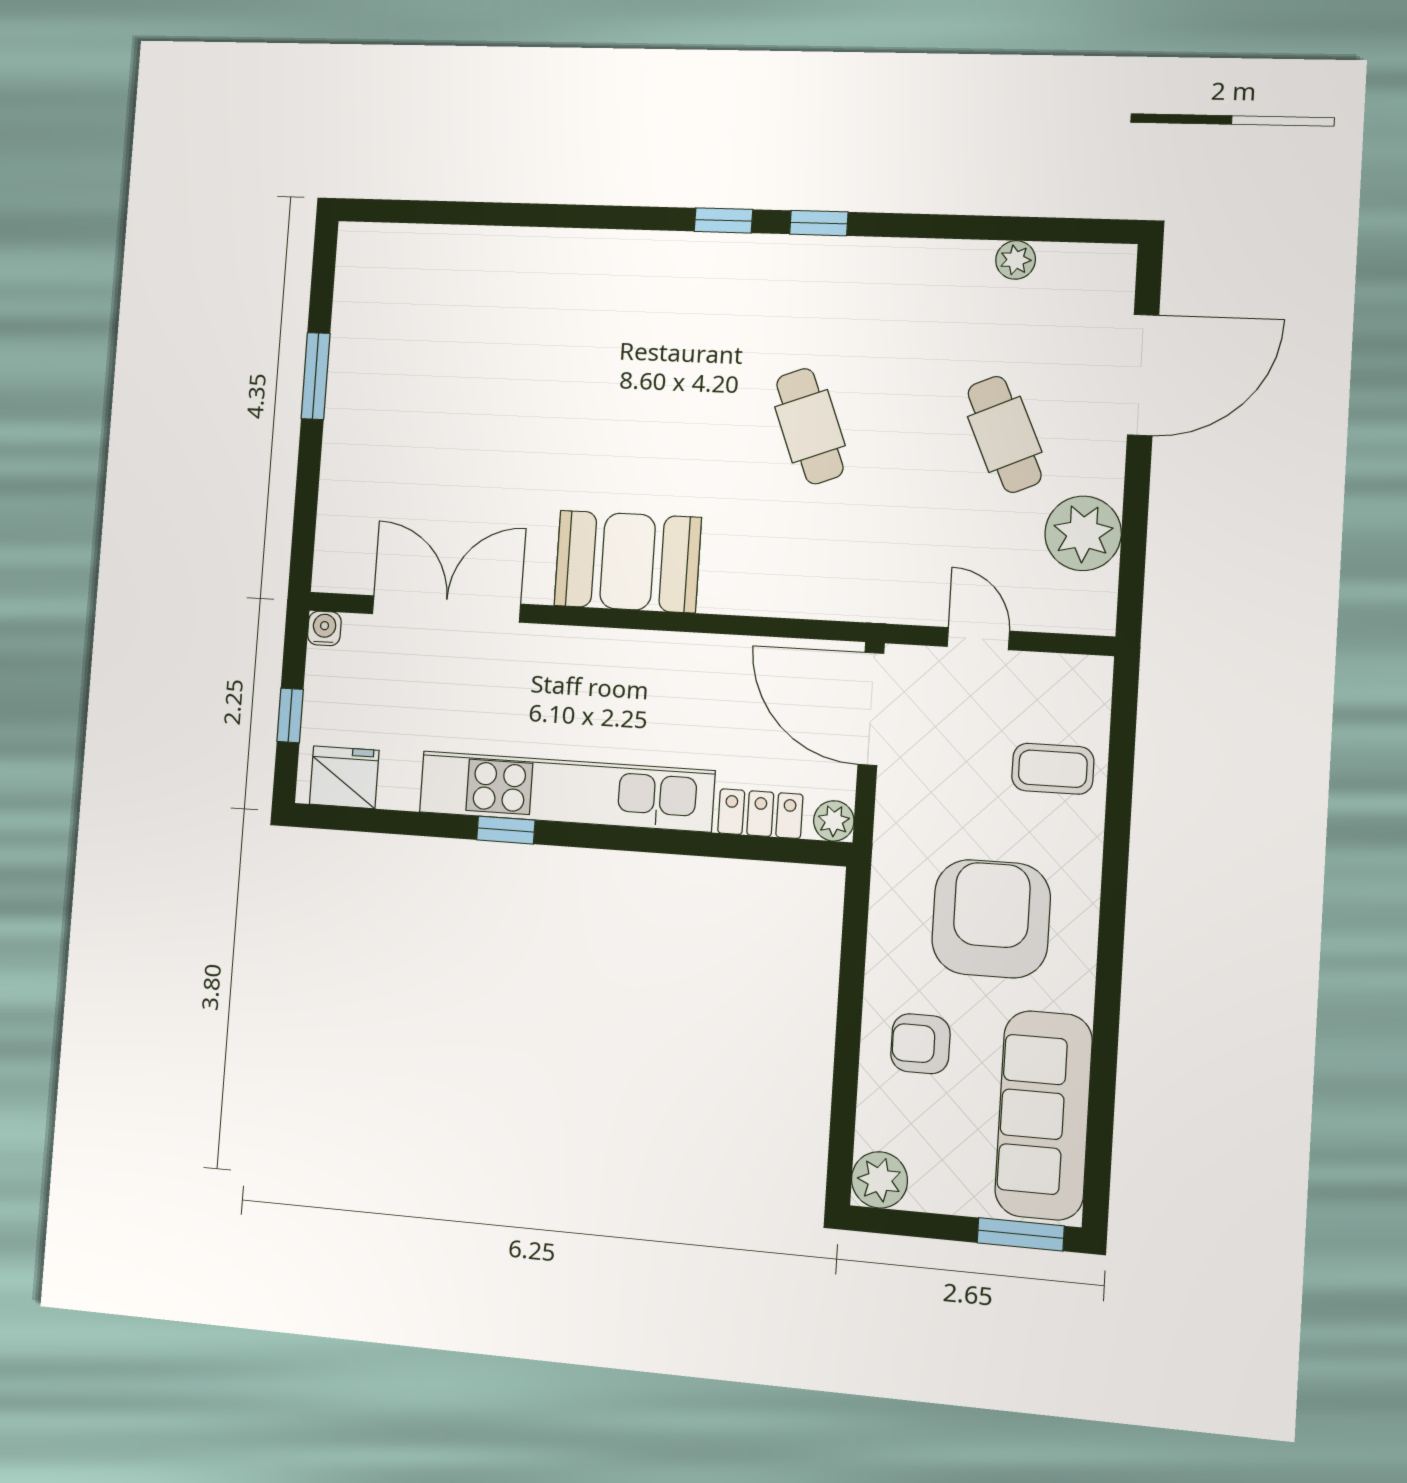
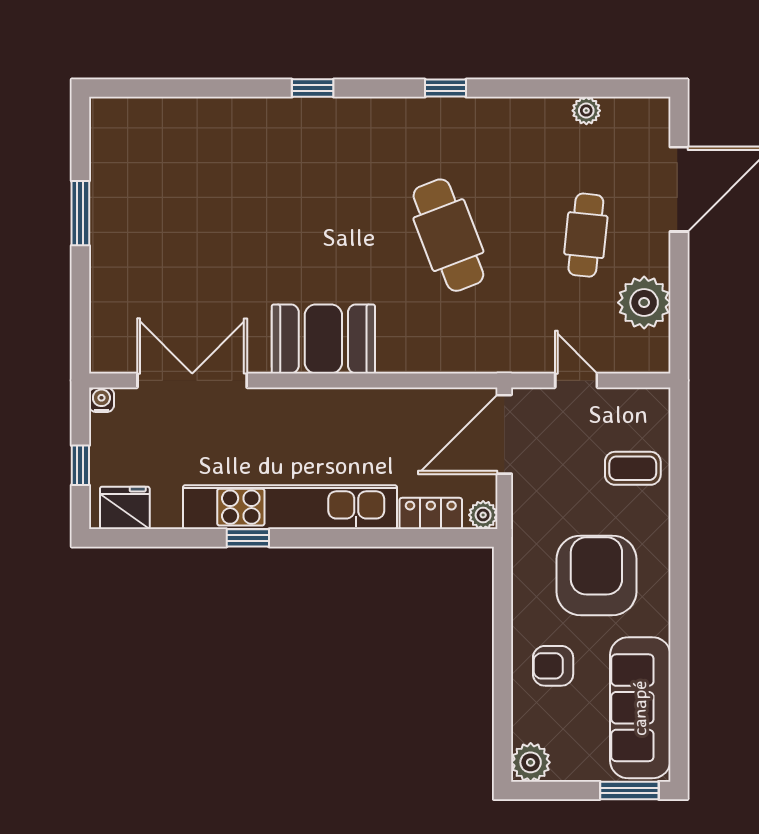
window: (723, 220) -> (313, 88), moved
cafe table: (810, 426) -> (448, 235), width x1.37, depth x1.35
cafe table: (1005, 434) -> (586, 235), turned 30
door: (871, 709) -> (504, 434), hinge flipped

